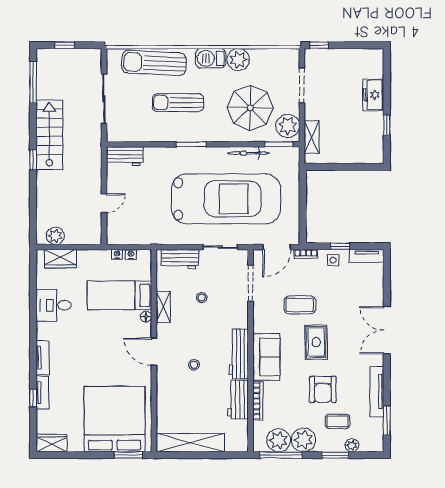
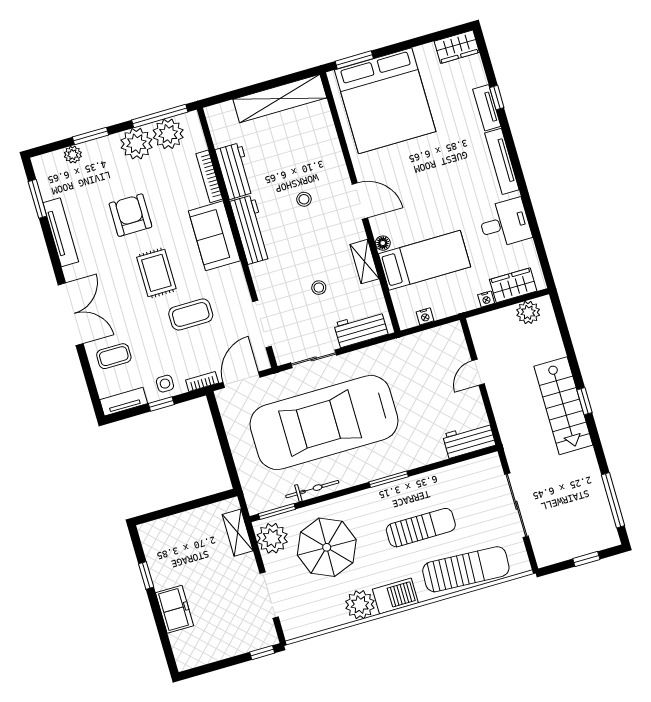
stairs: (49, 135) -> (563, 406), moved
nightstand: (117, 254) -> (486, 299), moved
tv unit: (43, 358) -> (502, 161), width x1.41
coffee table: (337, 421) -> (114, 356), moved

